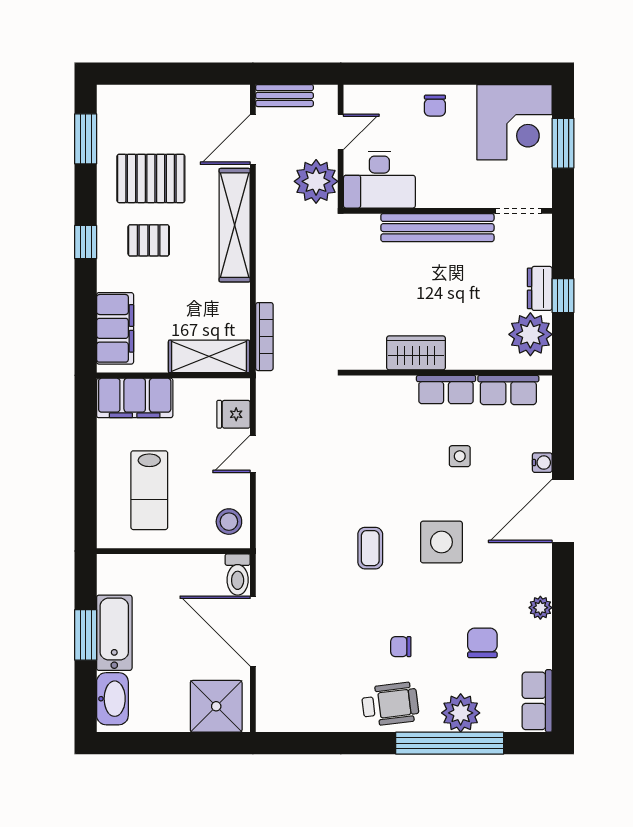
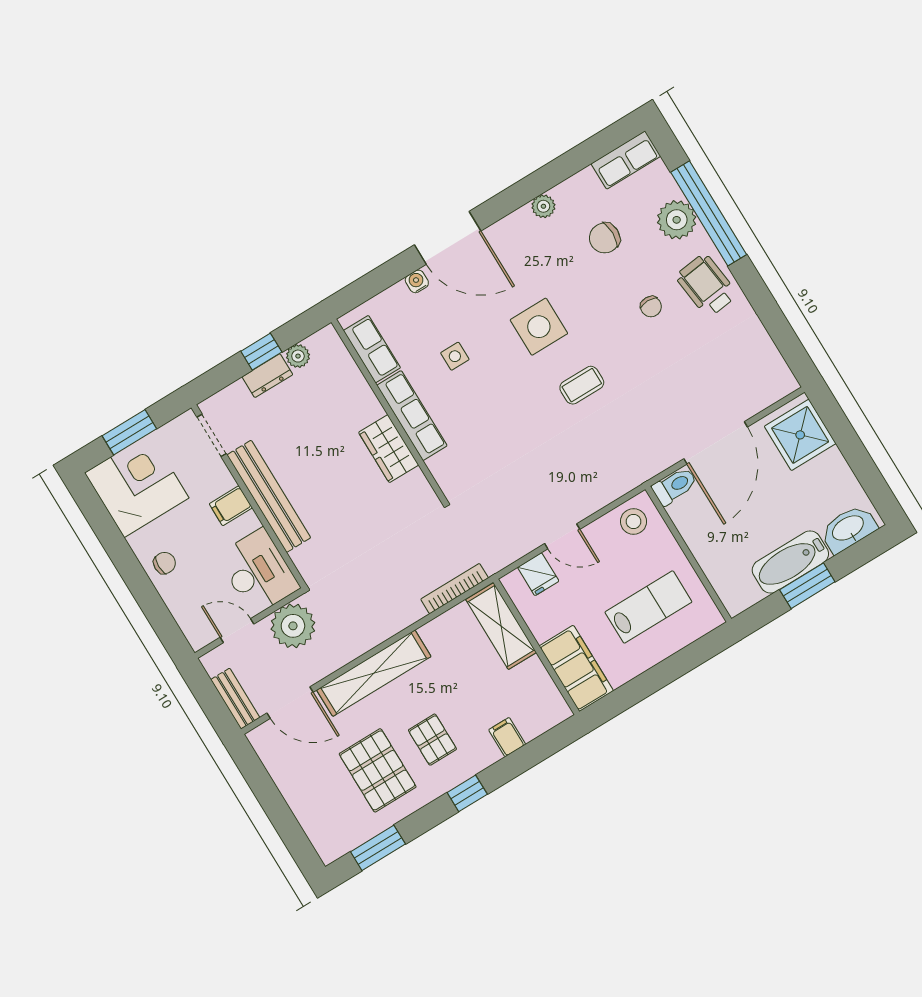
filing cabinet: (449, 191) -> (231, 506), added
filing cabinet: (115, 328) -> (507, 737), width x0.33, depth x0.86
plant: (530, 334) -> (298, 356), width x0.53, depth x0.53
row of seats: (446, 390) -> (412, 416), width x1.48

